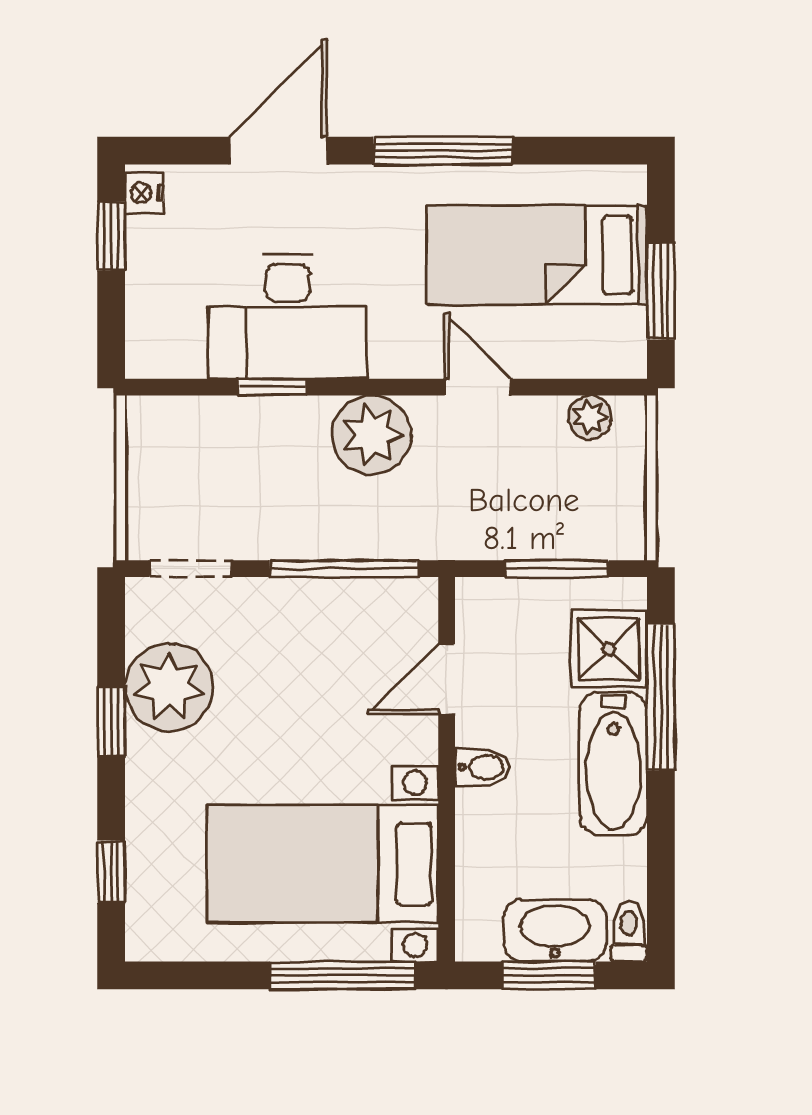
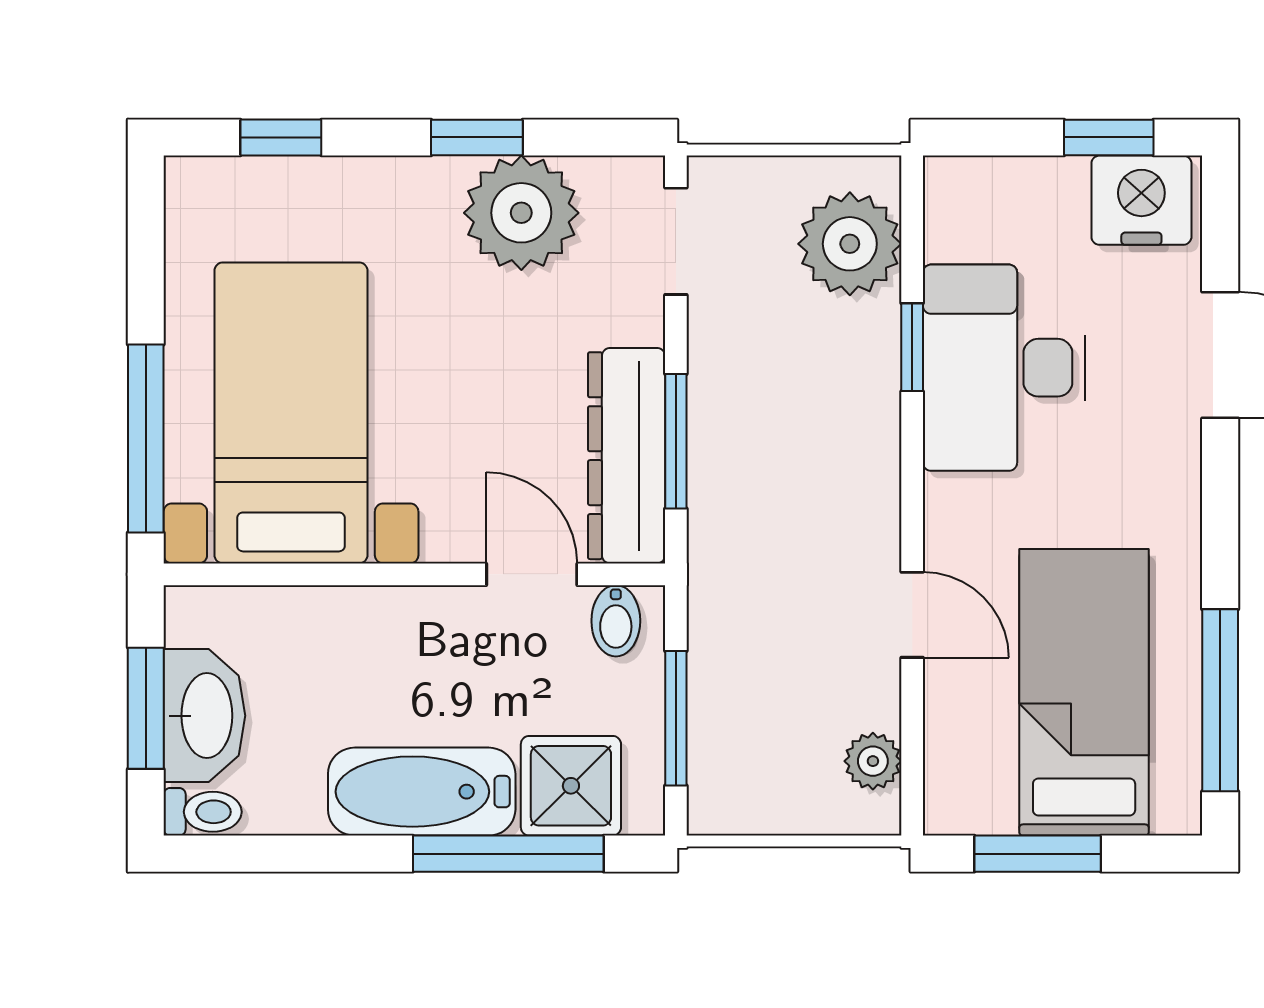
window: (443, 151) -> (1220, 700), moved
nightstand: (144, 193) -> (1141, 200), width x1.89, depth x1.79
door: (478, 387) -> (912, 615), hinge flipped
plant: (372, 435) -> (850, 244), moved
window: (344, 569) -> (676, 441), width x0.69
dresser: (355, 606) -> (627, 456), added
bidet: (482, 767) -> (616, 621), moved

